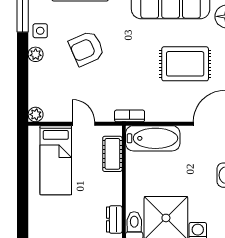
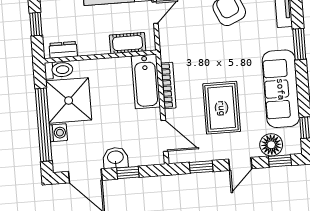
bookcase: (130, 116) -> (168, 85), moved, width x1.56

